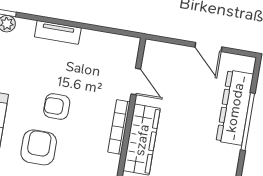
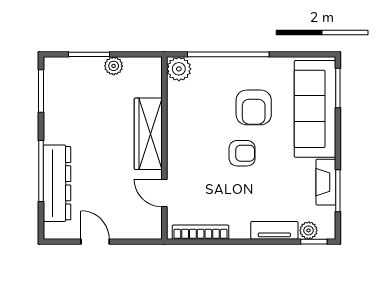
tv unit: (58, 32) -> (274, 230), moved
bookcase: (119, 127) -> (201, 232), moved, turned -90

